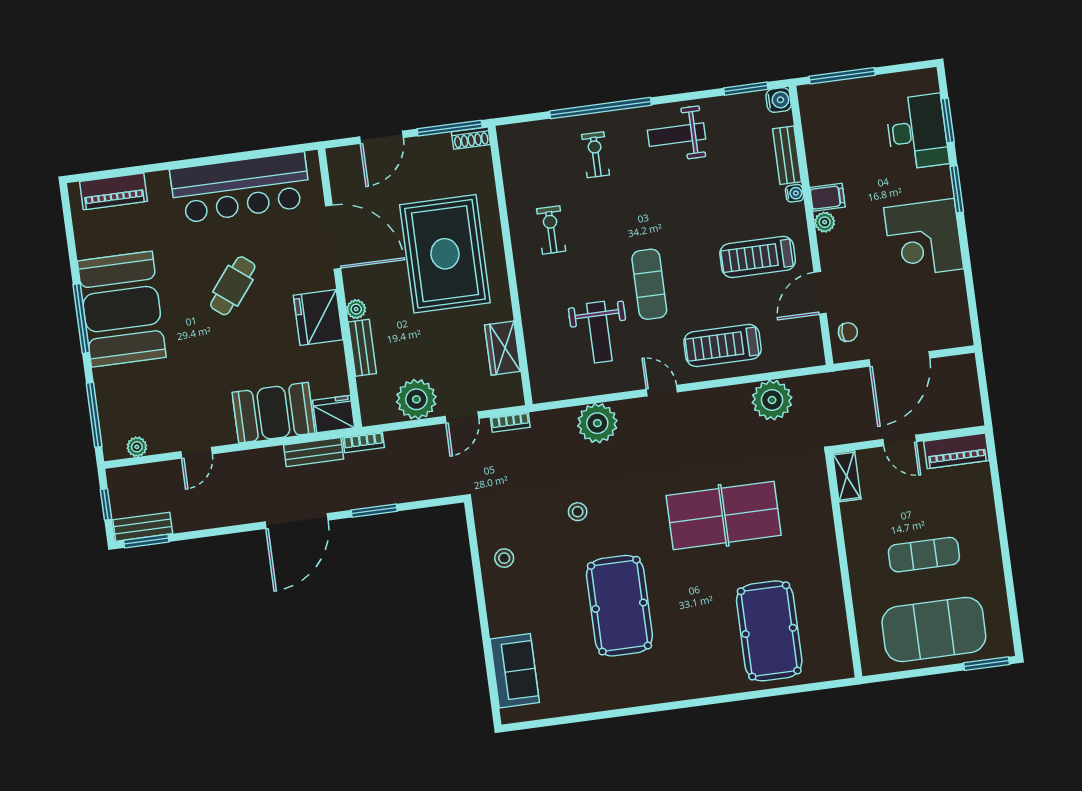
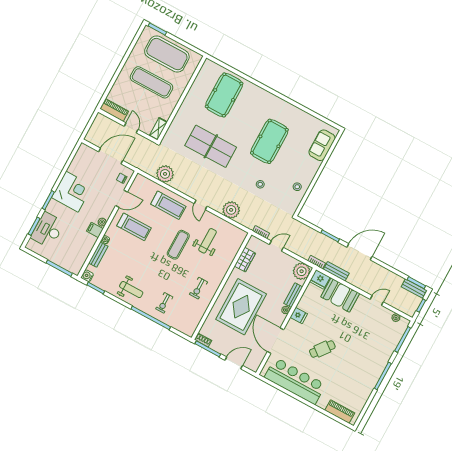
booth: (122, 309) -> (366, 369), removed
fridge: (318, 317) -> (299, 315), width x0.53, depth x0.75
plant: (416, 399) -> (302, 271), moved
exercise mat: (924, 555) -> (152, 82), width x1.36, depth x1.45

